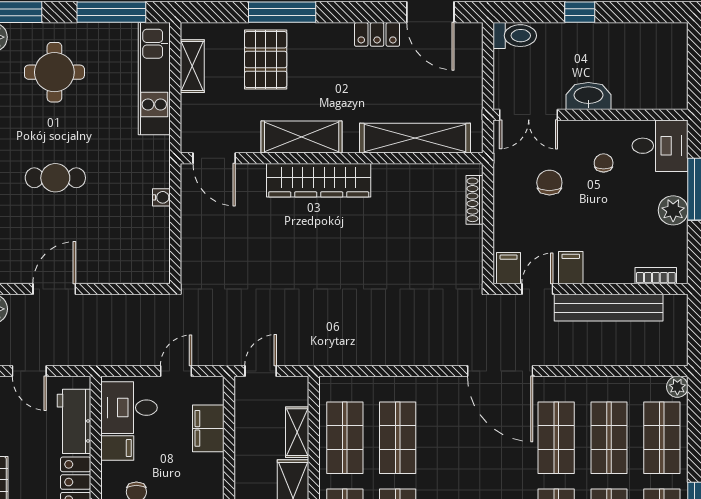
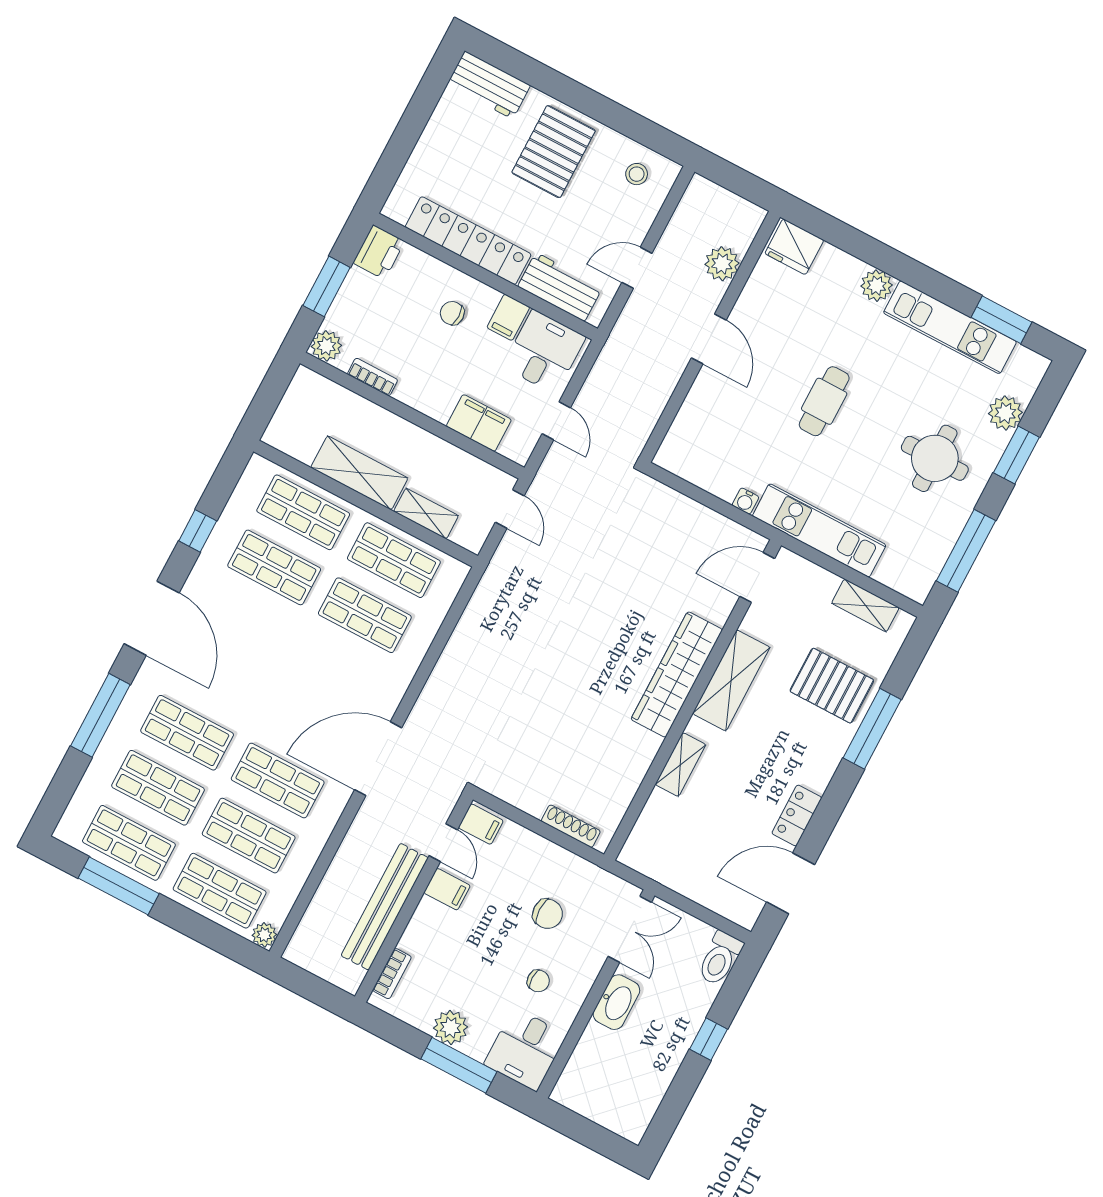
kitchen unit: (154, 79) -> (819, 530), moved
double door: (529, 115) -> (630, 929), swing flipped
shelving: (415, 138) -> (680, 765), width x0.45, depth x0.75

